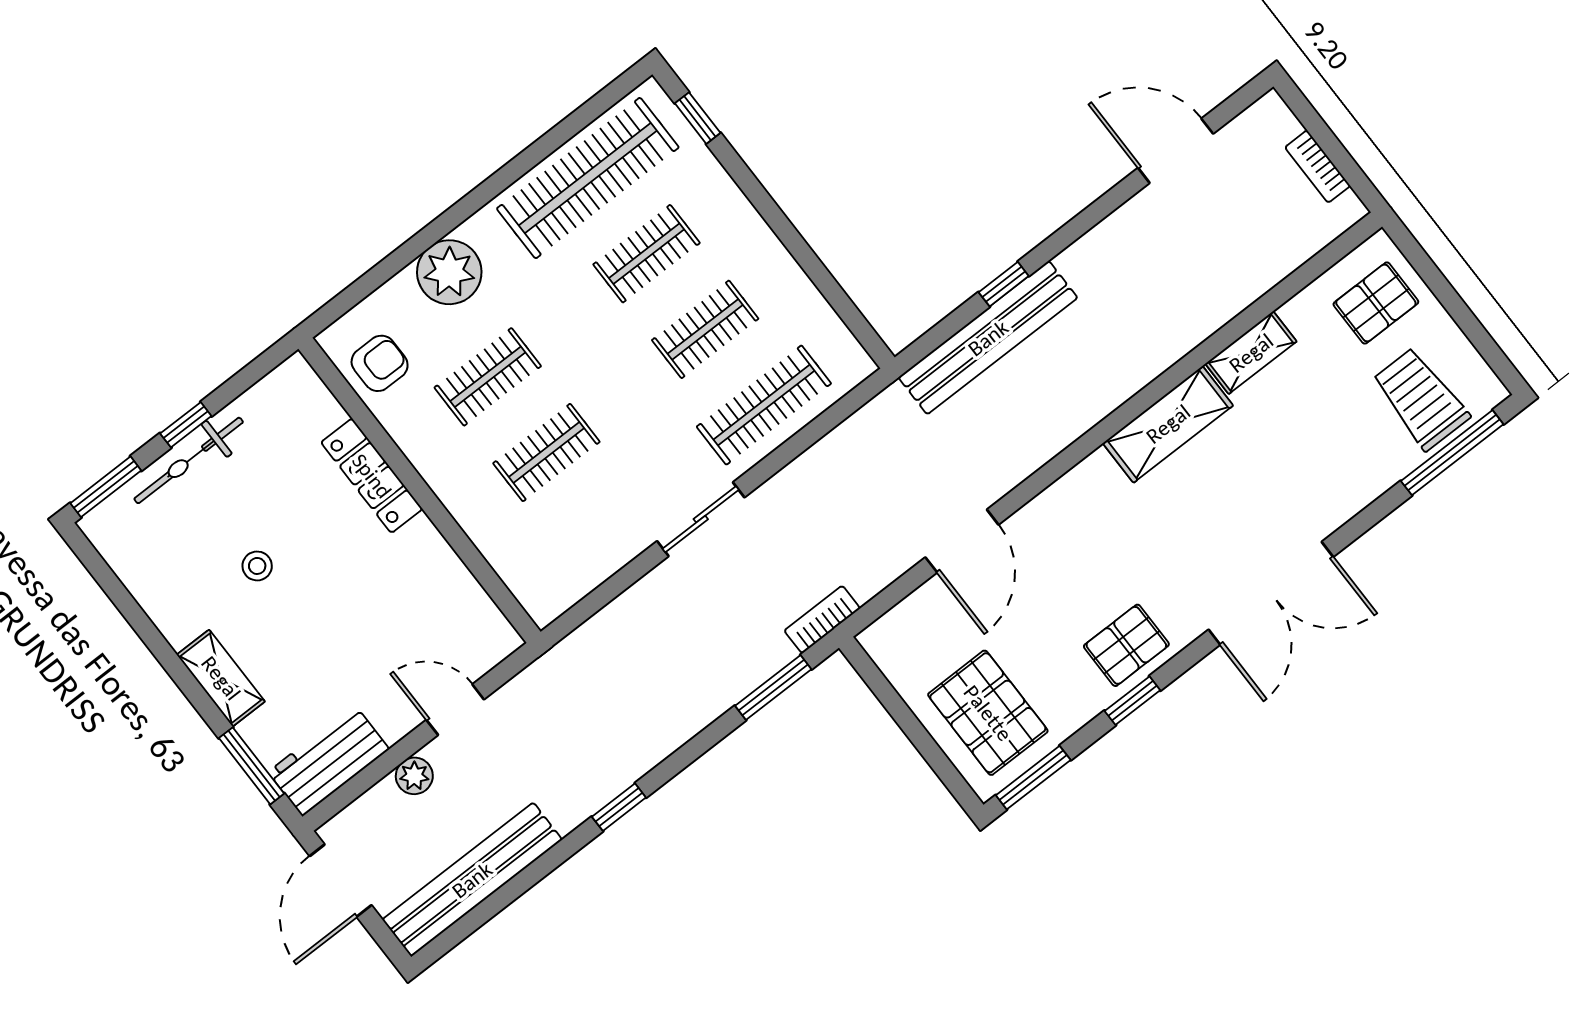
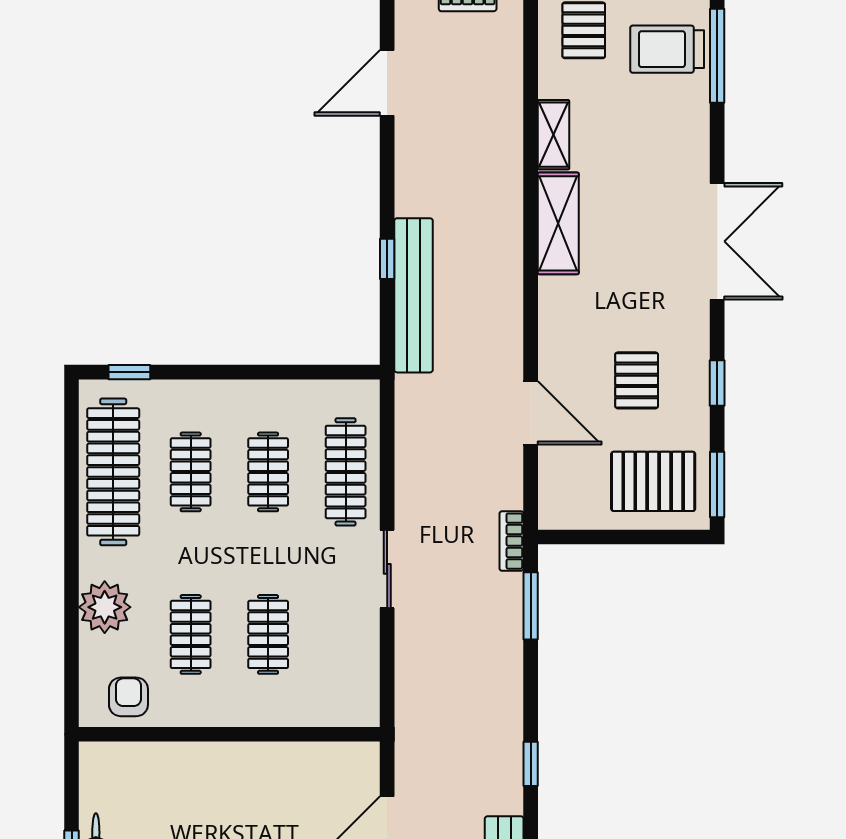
locker: (372, 476) -> (196, 758), removed
pallet: (1126, 645) -> (637, 380), moved

